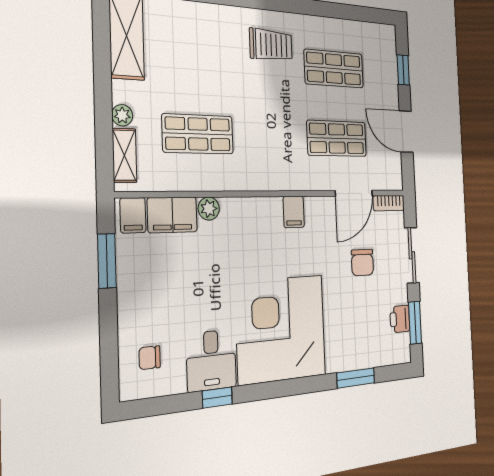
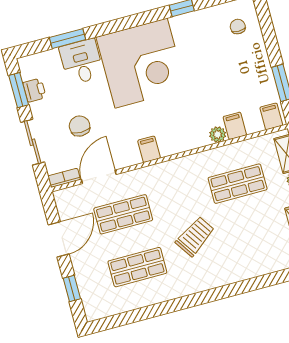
trolley: (271, 45) -> (195, 236), moved, turned 146
door: (406, 132) -> (59, 239), hinge flipped
filing cabinet: (172, 215) -> (235, 126), width x0.50
chair: (150, 358) -> (238, 27), turned -90
desk: (211, 360) -> (82, 62), moved

